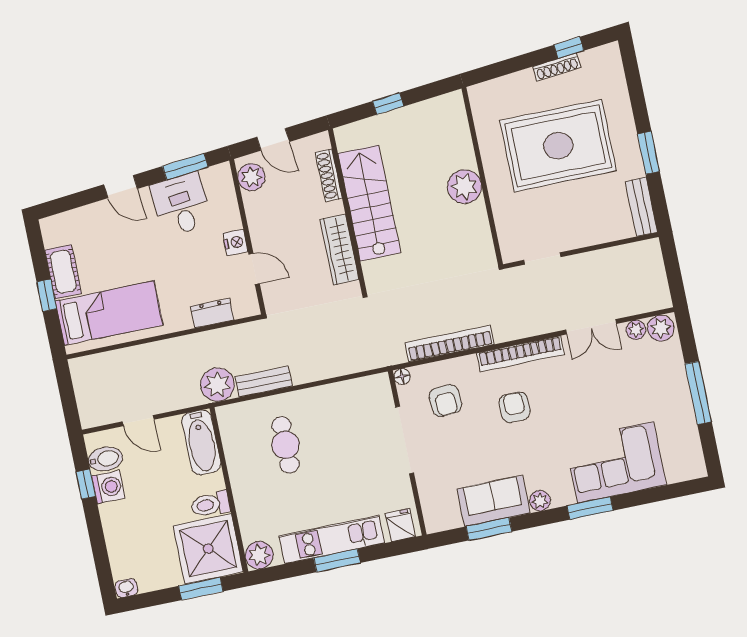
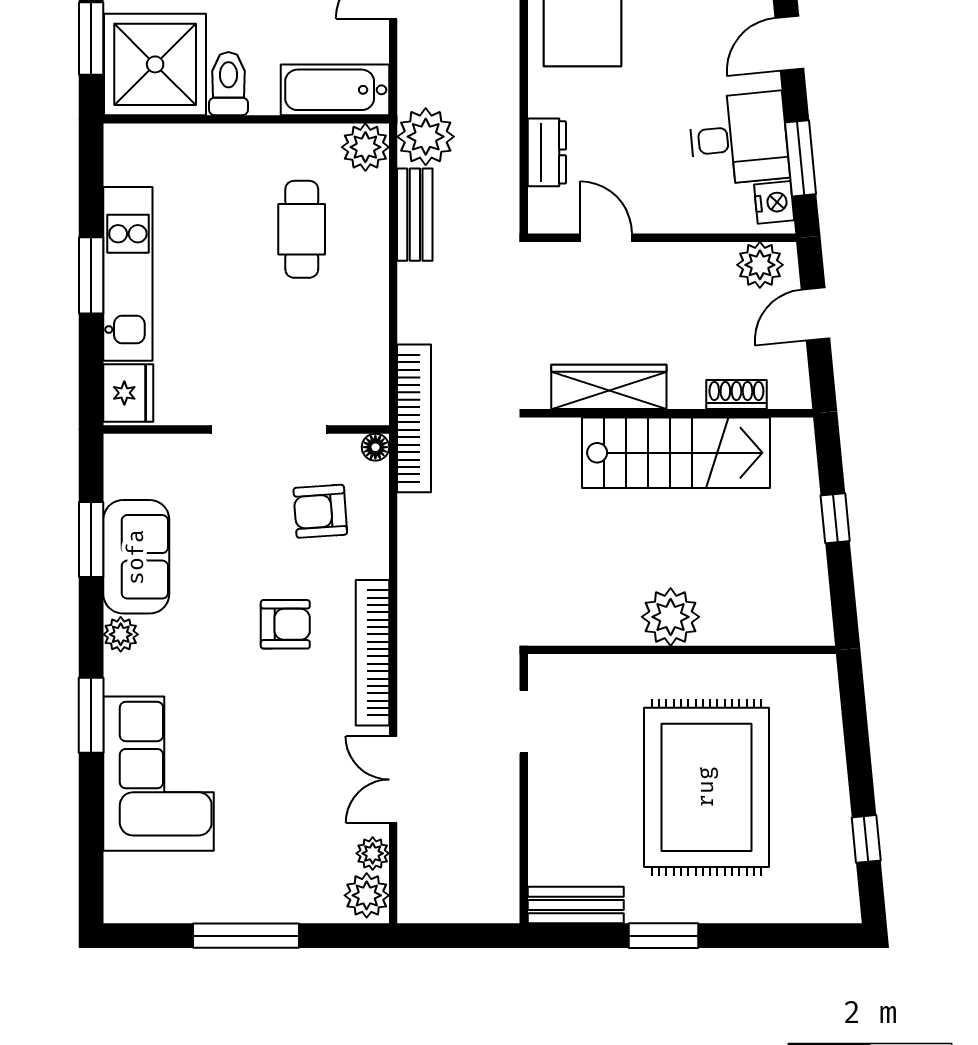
shoe rack: (557, 67) -> (838, 812), removed
shoe rack: (329, 175) -> (736, 395), width x0.70
nightstand: (235, 242) -> (774, 202), moved, turned -96
door: (254, 269) -> (606, 238), swing flipped
bookcase: (450, 344) -> (414, 418), moved
cafe table: (286, 445) -> (302, 229), turned 90
fridge: (400, 525) -> (128, 393), width x1.38
plant: (259, 555) -> (365, 147), moved

